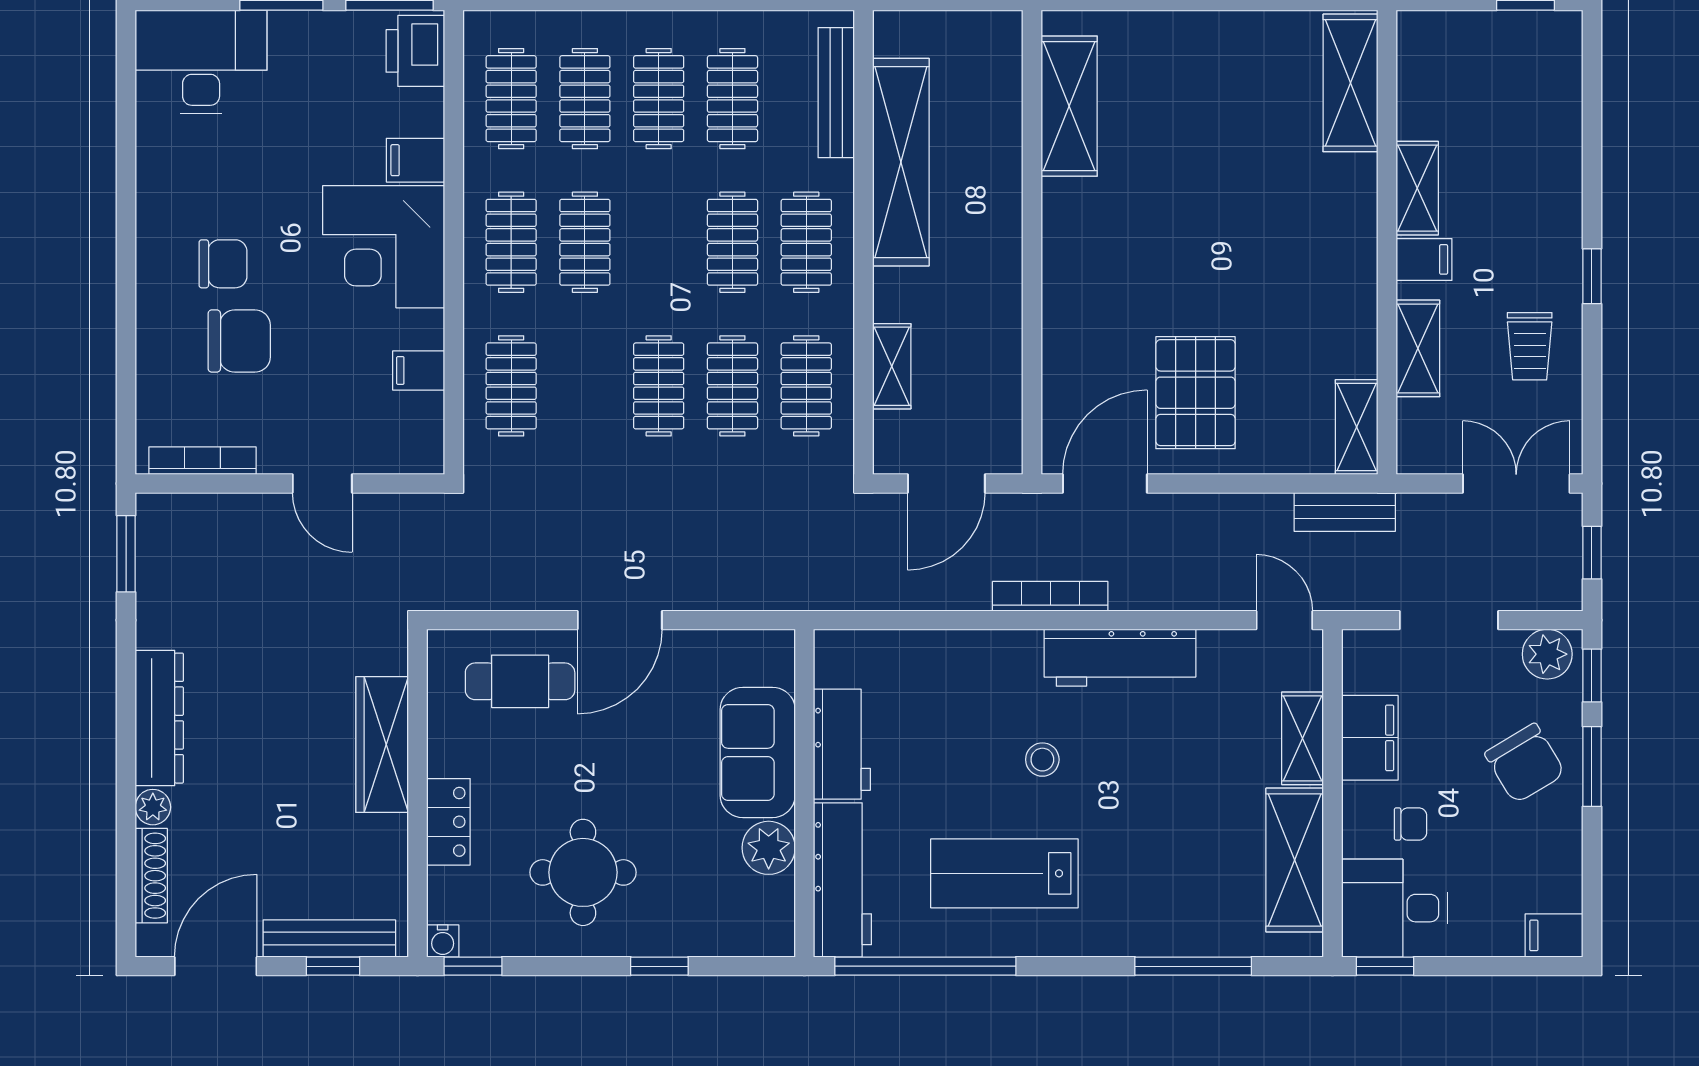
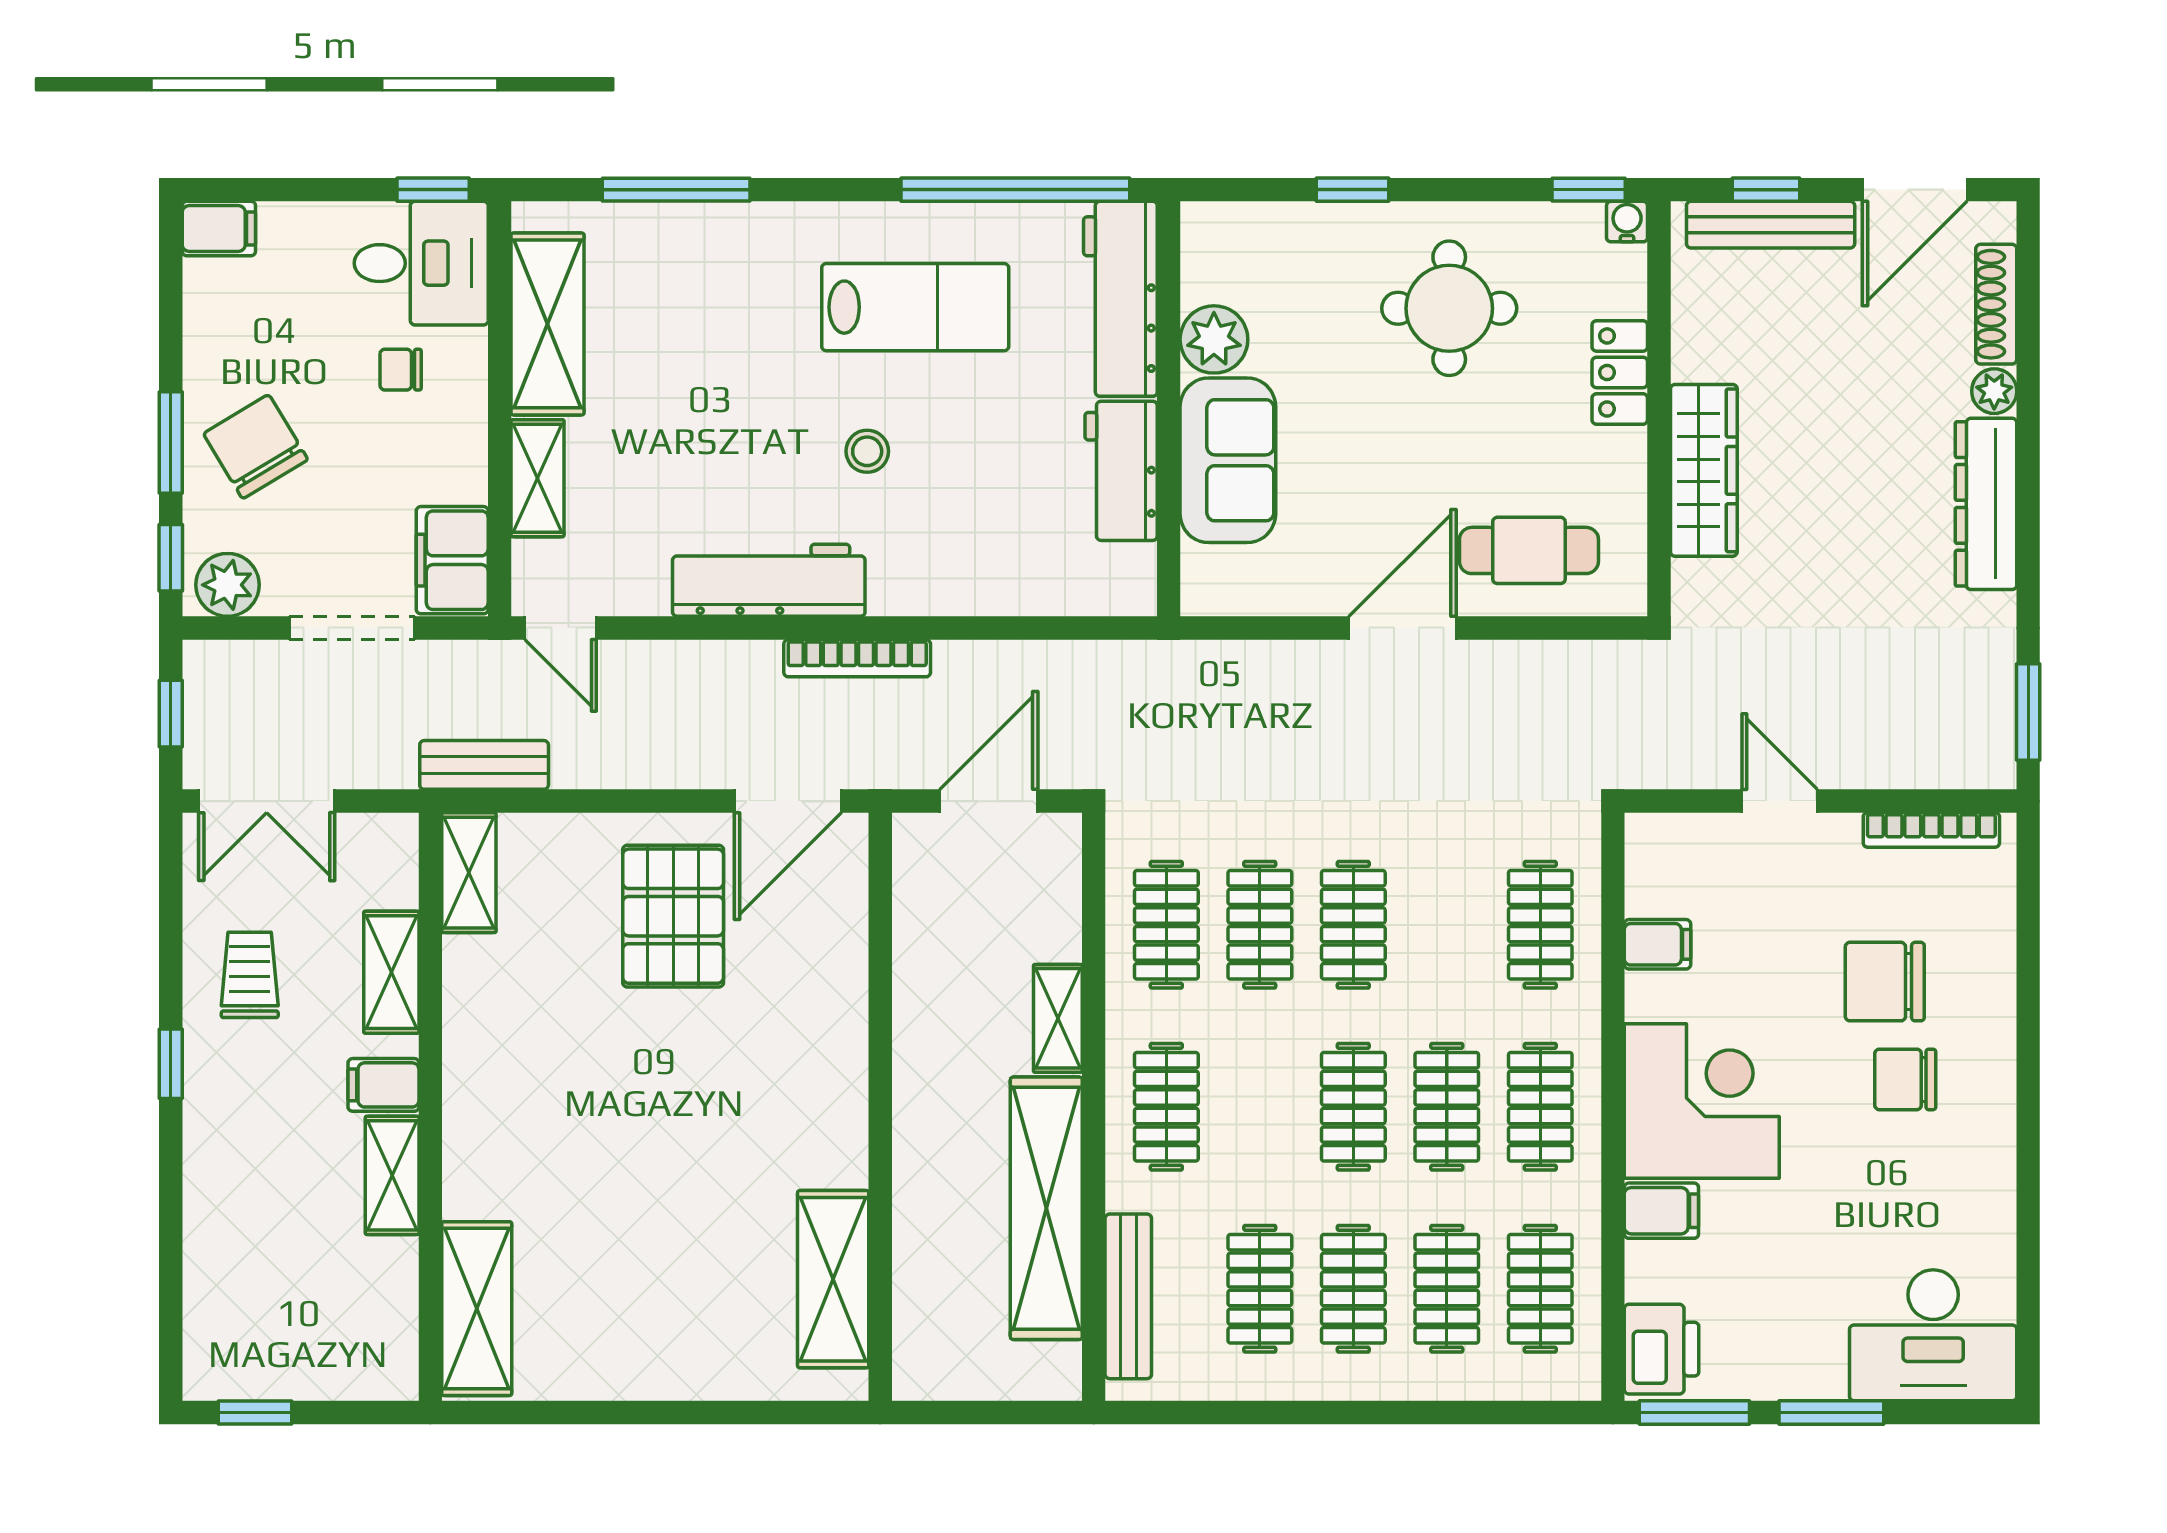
clothes rail: (732, 242) -> (1353, 1107), moved
shelving: (892, 366) -> (1058, 1018), moved
filing cabinet: (1370, 738) -> (452, 560), moved

